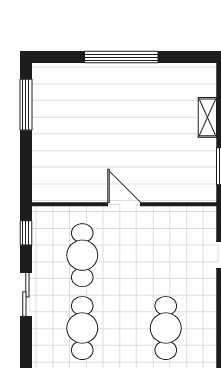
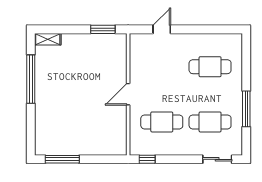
window: (121, 57) -> (31, 79), moved
shelving: (207, 117) -> (48, 39), moved
sliding door: (26, 294) -> (217, 159), moved

